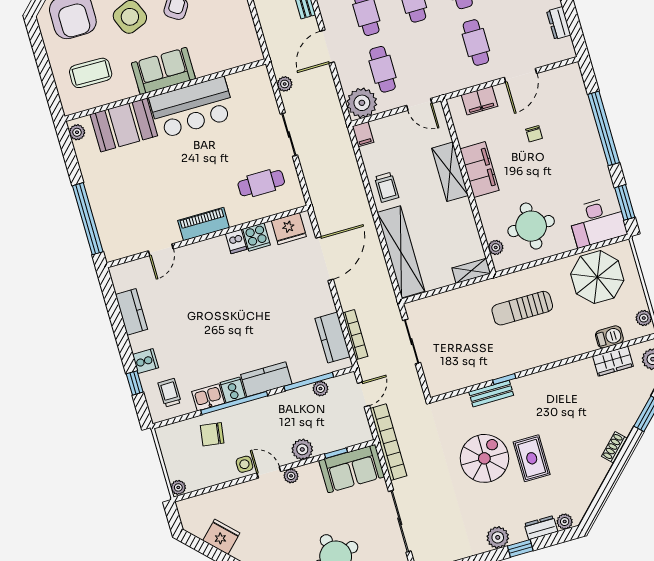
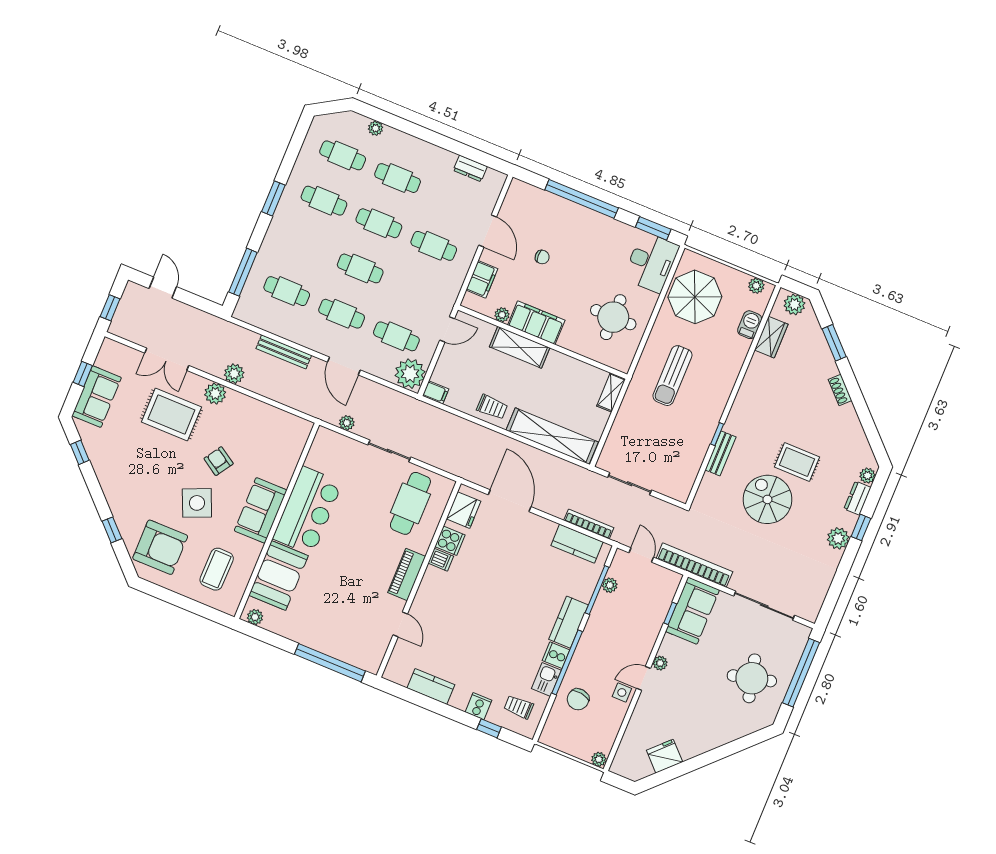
cafe table: (261, 183) -> (410, 503), width x1.37, depth x1.35
plant: (496, 247) -> (502, 315), moved
plant: (302, 449) -> (646, 638), removed

